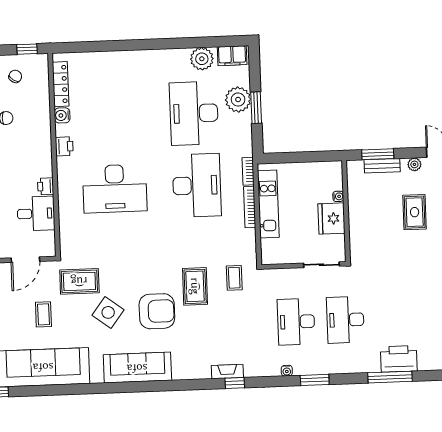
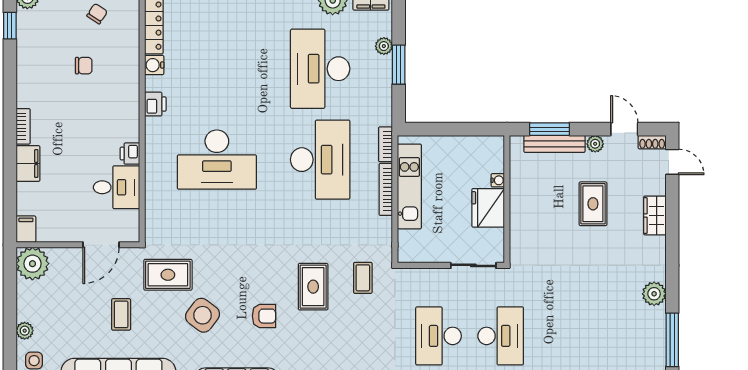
plant: (238, 100) -> (384, 46), width x0.53, depth x0.53
bench: (382, 166) -> (554, 144), width x1.36
armchair: (157, 311) -> (264, 316), width x0.53, depth x0.53
desk: (345, 320) -> (501, 336), turned 180

